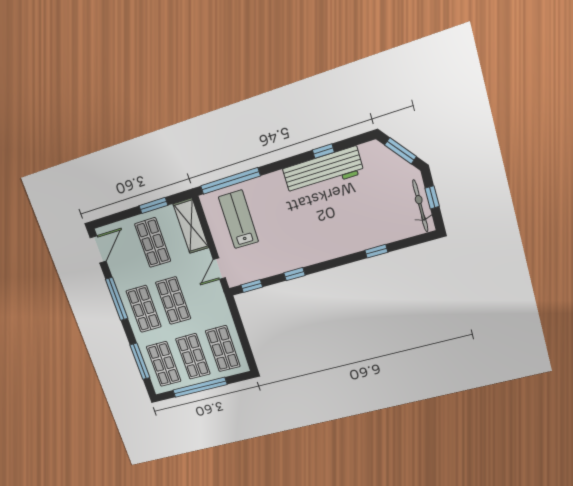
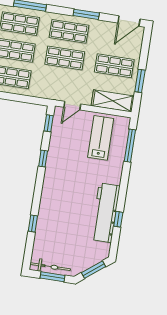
window: (230, 181) -> (130, 146), width x0.68
window: (432, 197) -> (53, 277), width x1.50
lab bench: (239, 219) -> (101, 138), turned -90
door: (98, 249) -> (129, 21), hinge flipped
door: (219, 269) -> (72, 106), swing flipped
window: (117, 299) -> (86, 14), width x0.69

